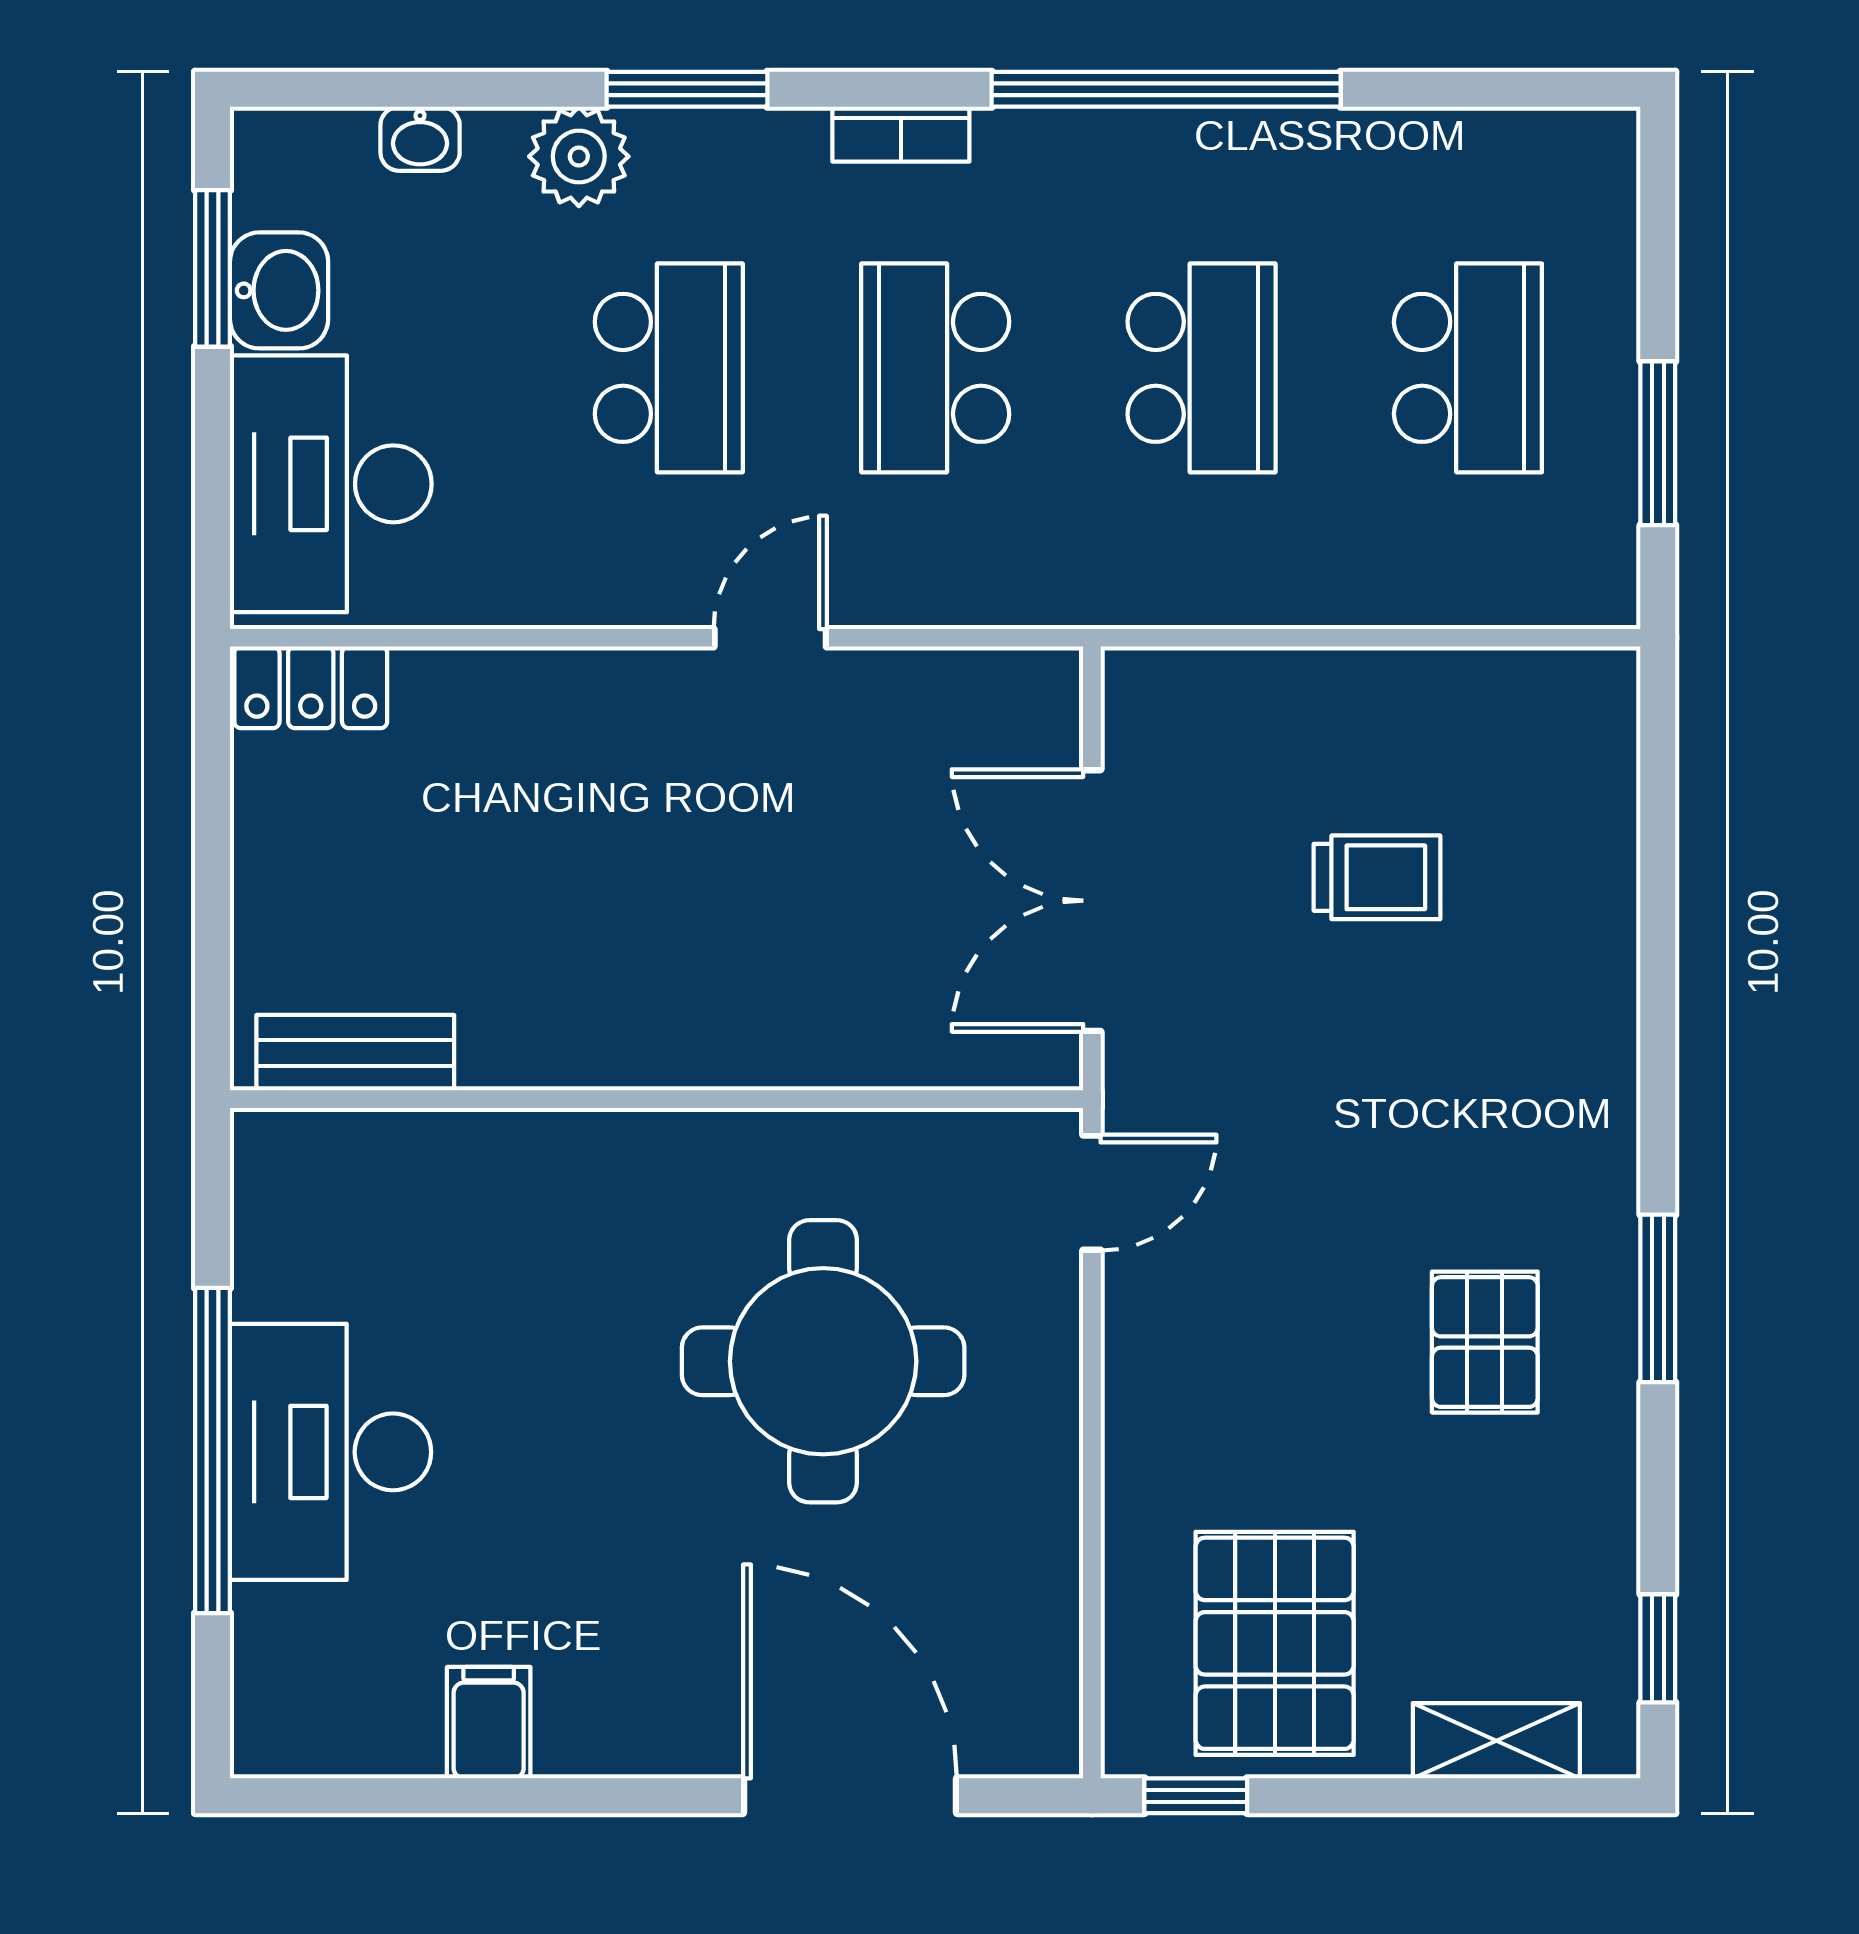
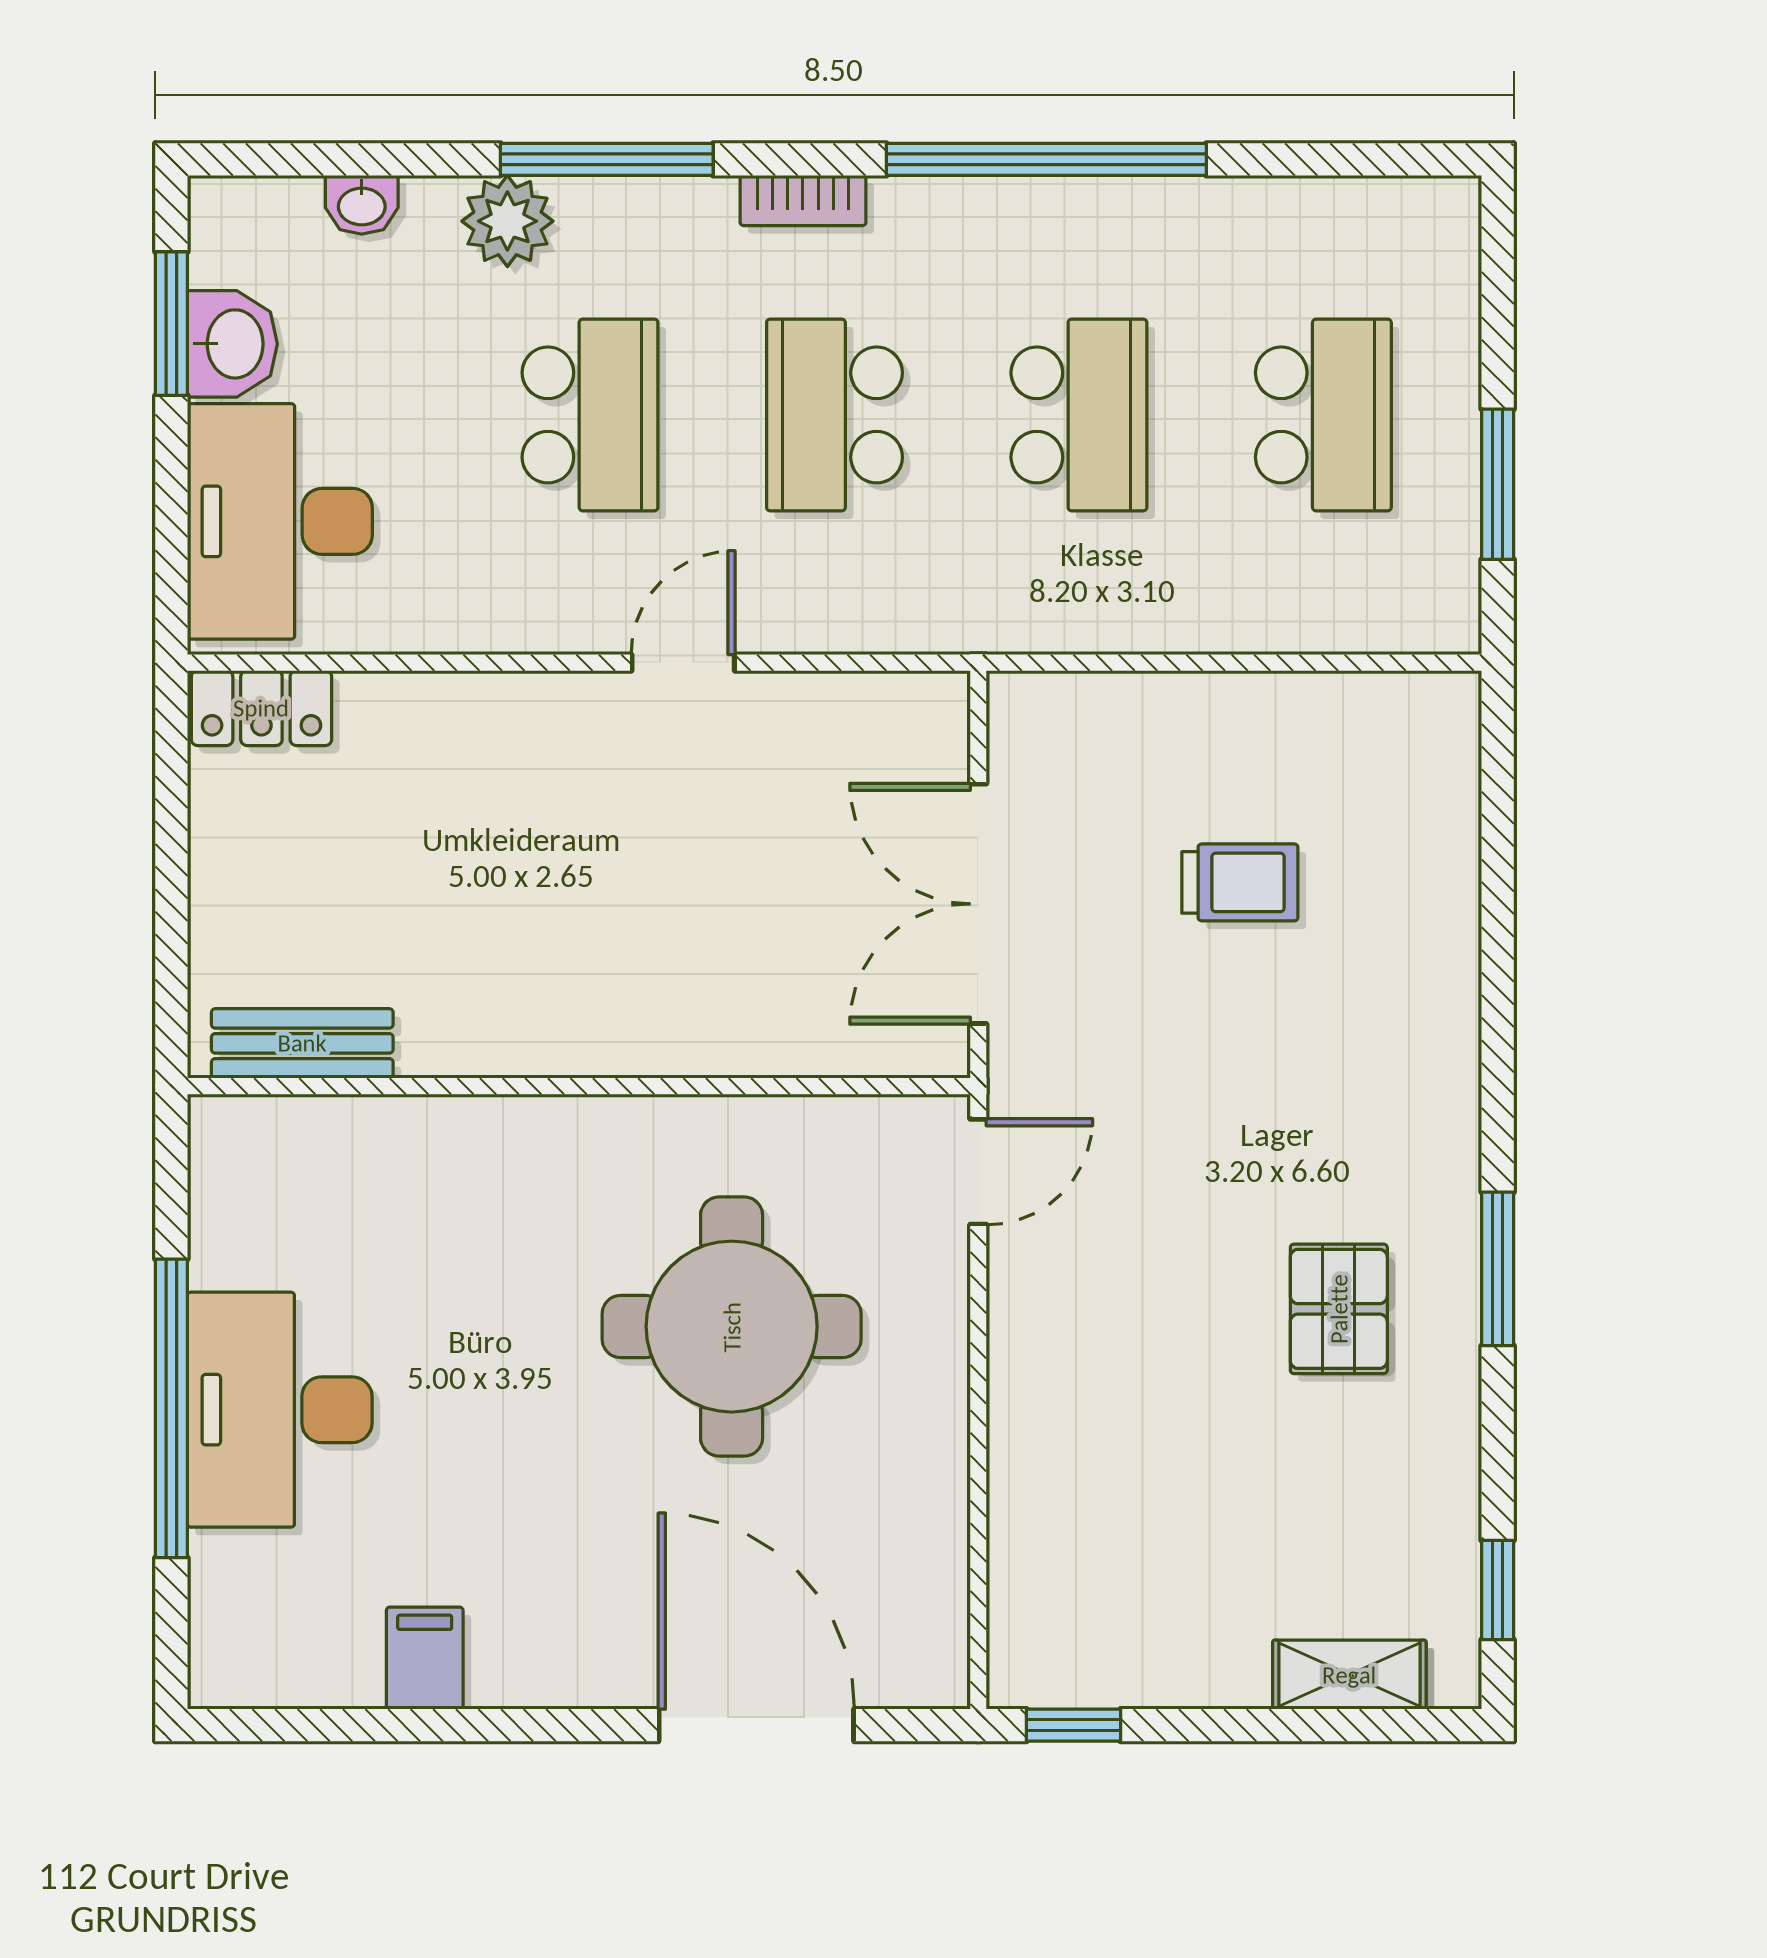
window: (687, 89) -> (607, 159), width x1.44
pallet: (1275, 1643) -> (1146, 1585), removed

